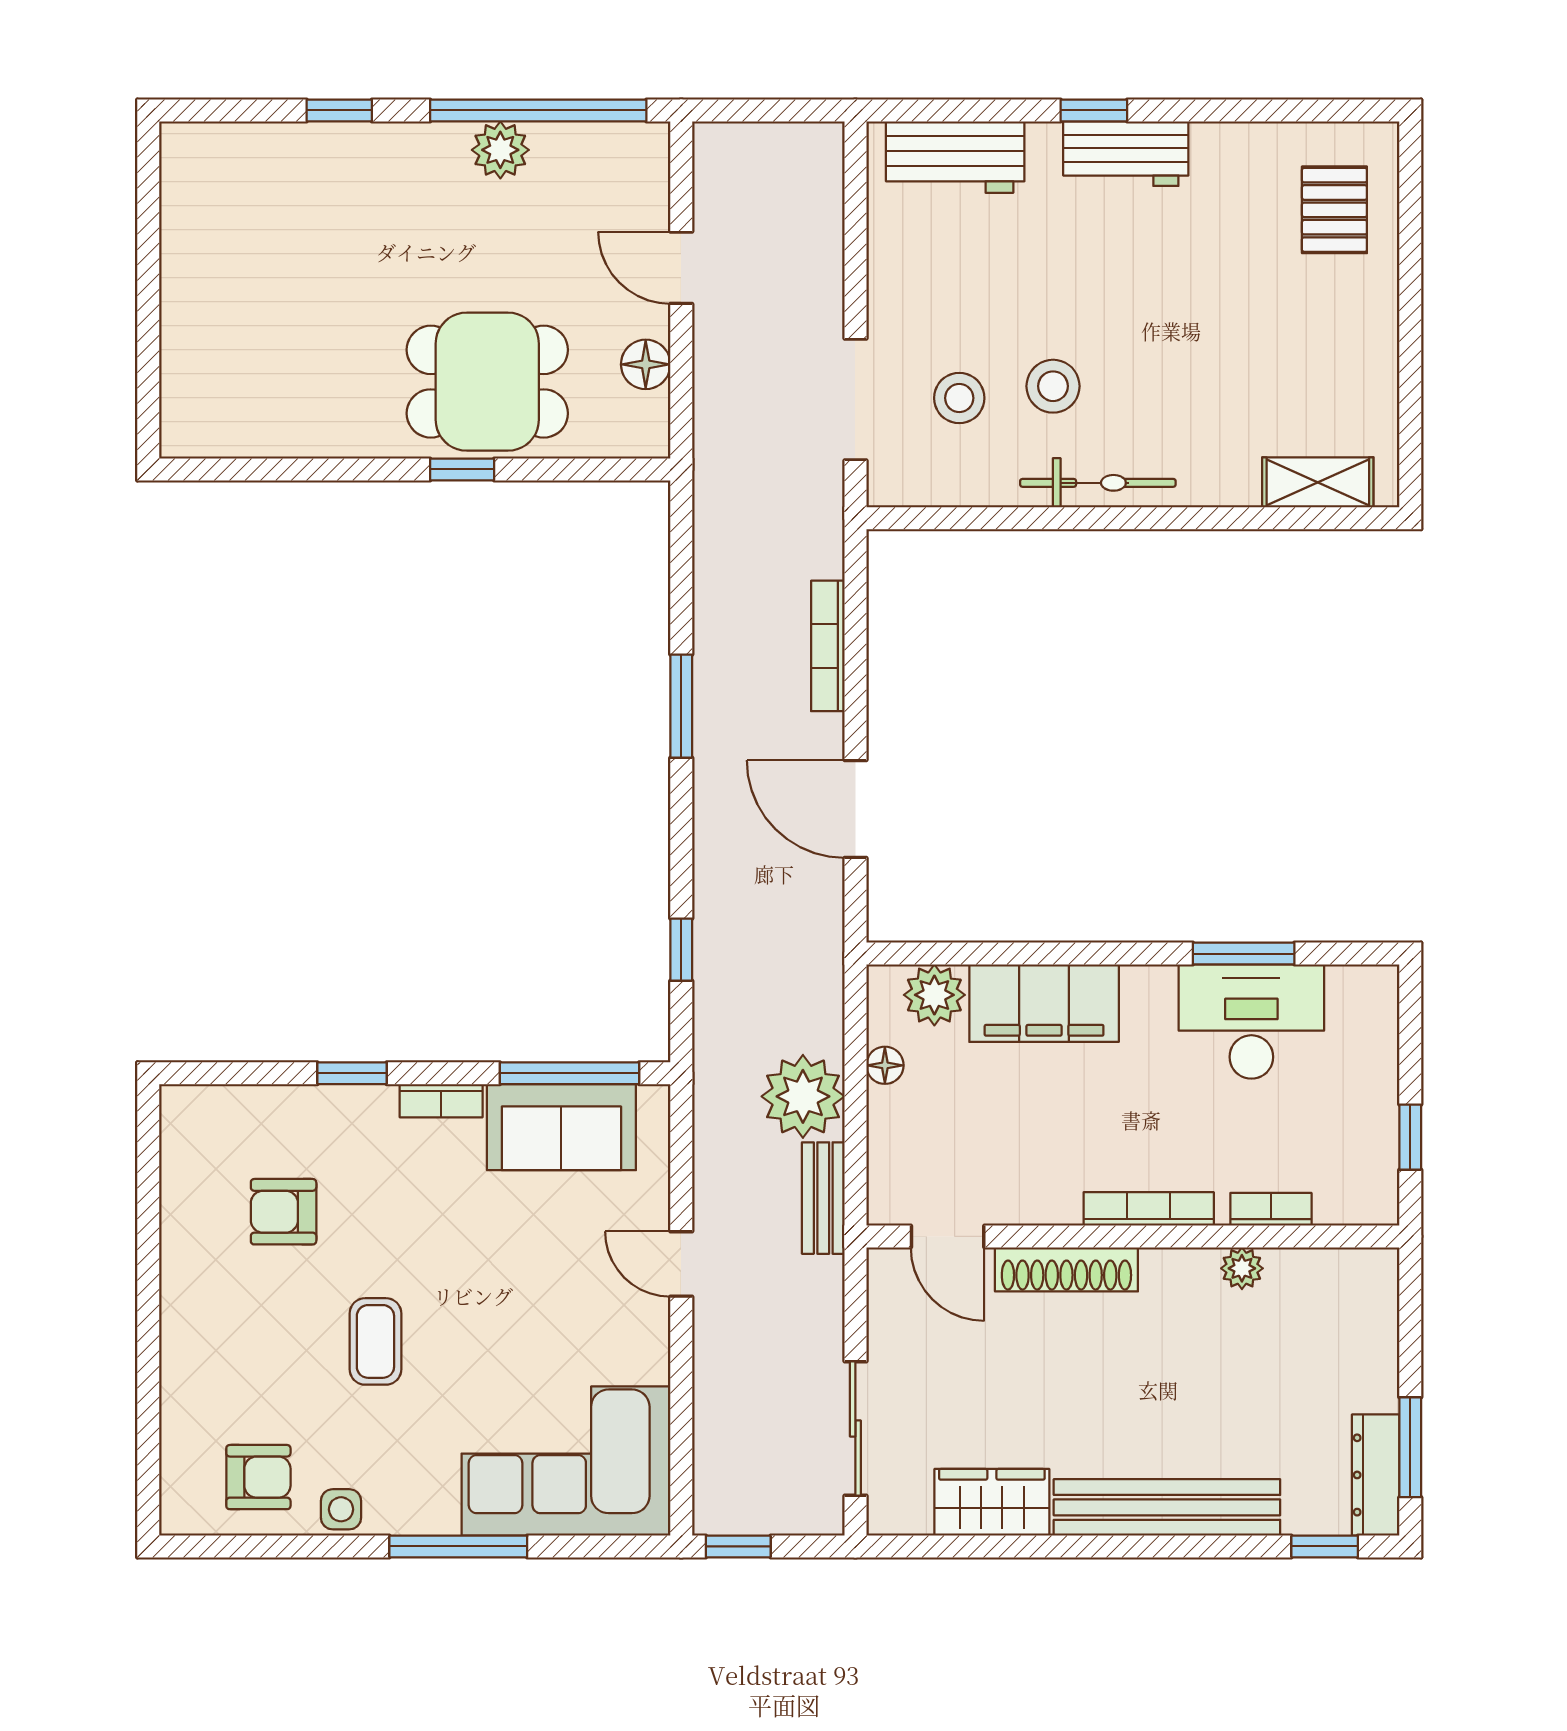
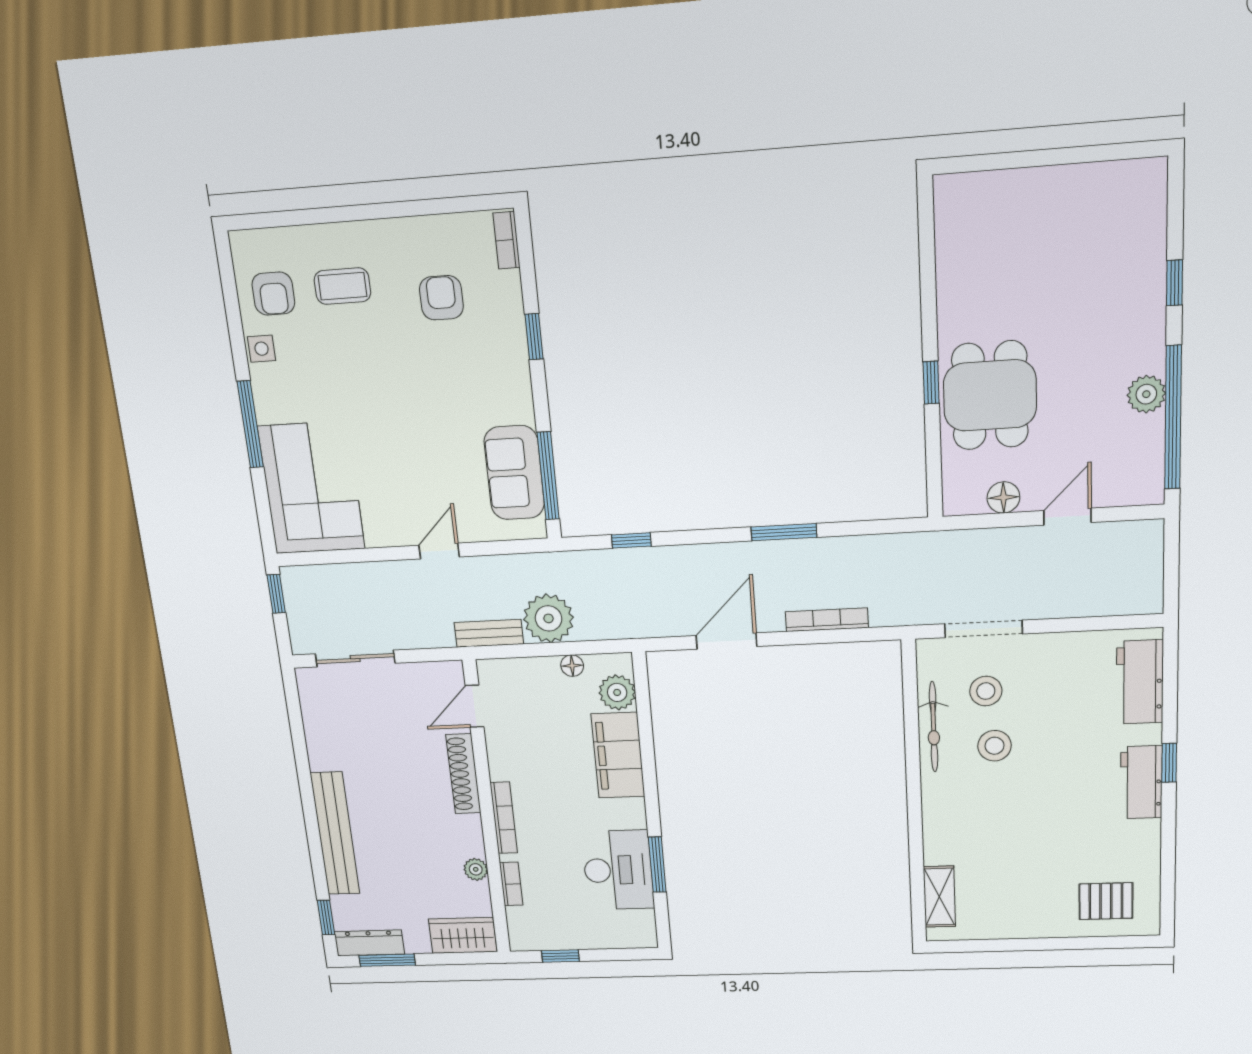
bicycle: (1098, 483) -> (934, 727), moved
bookcase: (441, 1101) -> (506, 240), moved
coffee table: (375, 1341) -> (342, 286), moved
wardrobe: (992, 1502) -> (463, 935), moved, turned -90

